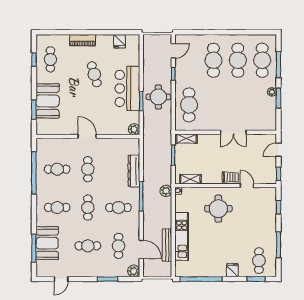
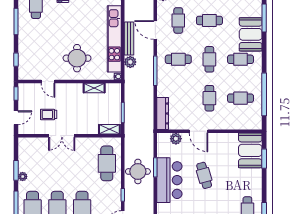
cafe table: (94, 74) -> (204, 175), moved
booth: (48, 101) -> (250, 150), moved
plant: (134, 129) -> (176, 139), moved
double door: (233, 132) -> (62, 136), swing flipped
door: (87, 136) -> (198, 131), moved
dresser: (134, 171) -> (163, 113), moved
trolley: (230, 177) -> (49, 114), moved
shelving: (190, 179) -> (94, 88), moved
plant: (166, 191) -> (130, 62), moved
kitchen unit: (182, 236) -> (114, 39), width x1.36
booth: (47, 243) -> (251, 34), moved
bench: (167, 245) -> (129, 39), moved
door: (141, 249) -> (155, 30), moved

